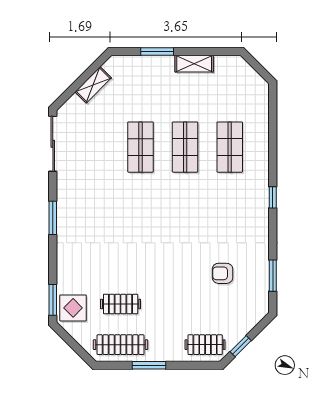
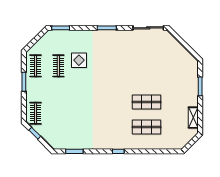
shelving: (194, 64) -> (193, 118), moved
shelving: (93, 85) -> (181, 50), removed
shop shelf: (140, 147) -> (146, 77), removed
armchair: (223, 273) -> (76, 123), removed
display table: (73, 308) -> (79, 60), moved
clothes rail: (121, 345) -> (36, 66), width x0.73

